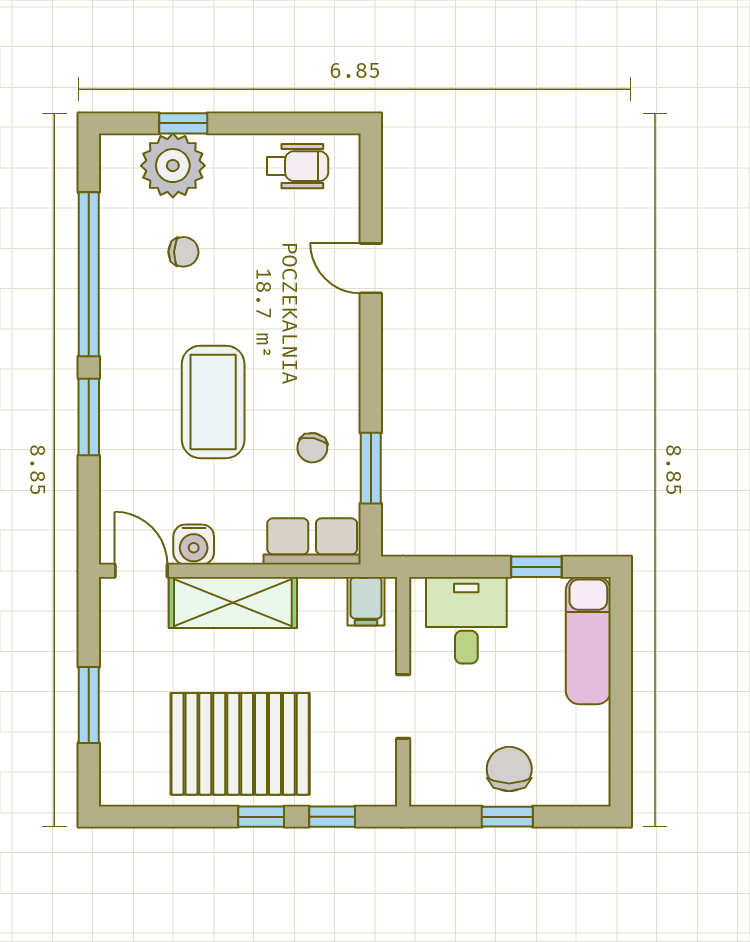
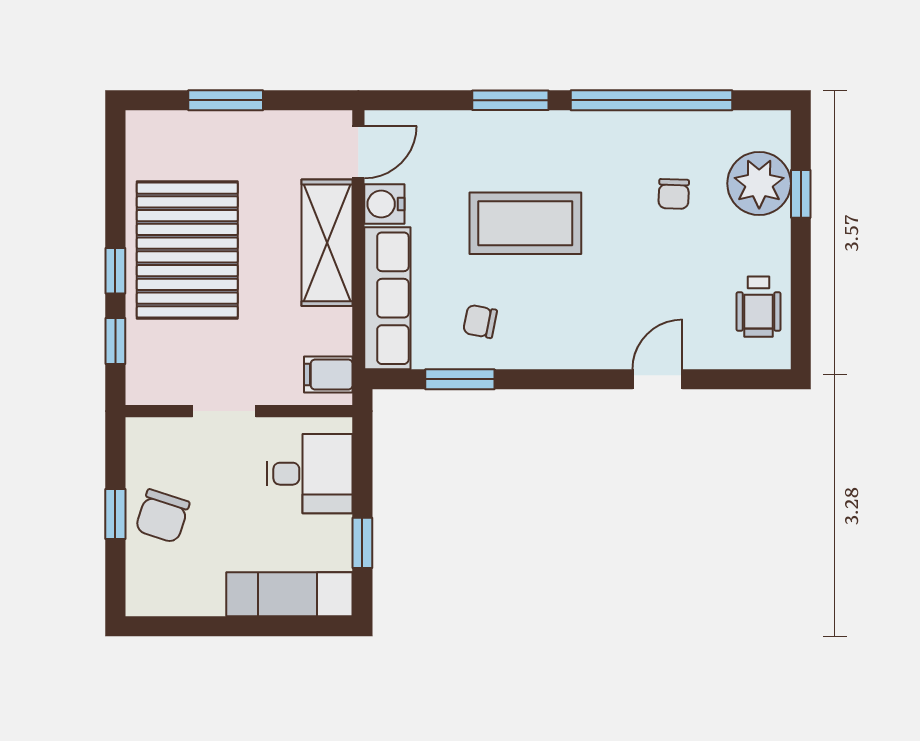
row of seats: (312, 541) -> (387, 298), width x1.48
chair: (509, 769) -> (162, 516), turned 108

